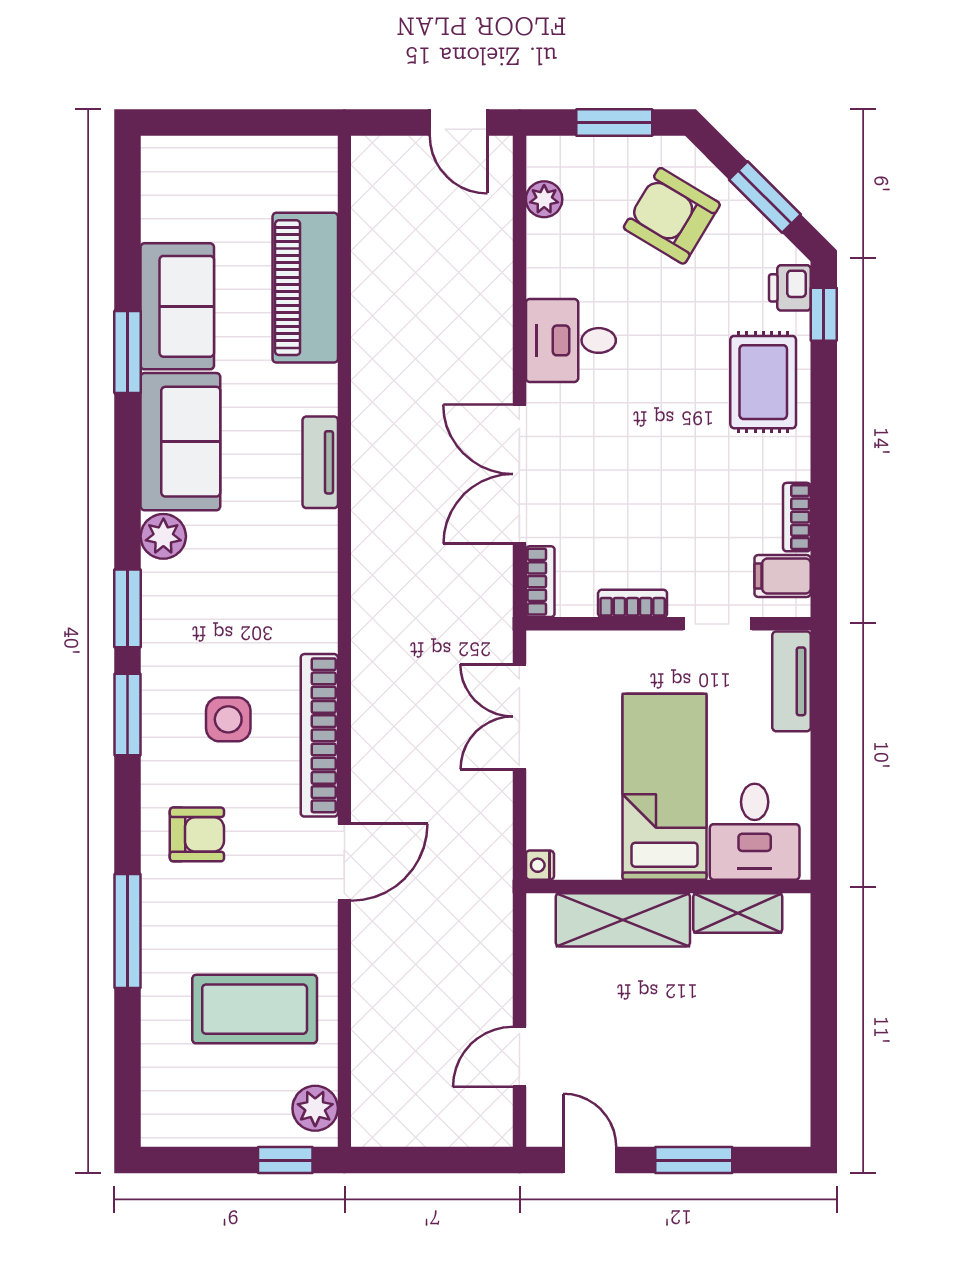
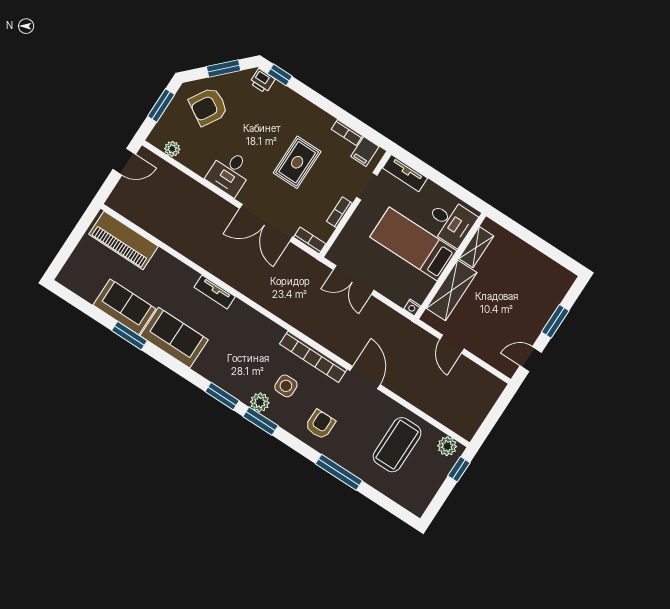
piano: (305, 288) -> (123, 240), moved
rug: (763, 382) -> (297, 162), moved, turned 90
plant: (163, 536) -> (260, 402), moved
door: (519, 1057) -> (452, 344), moved

